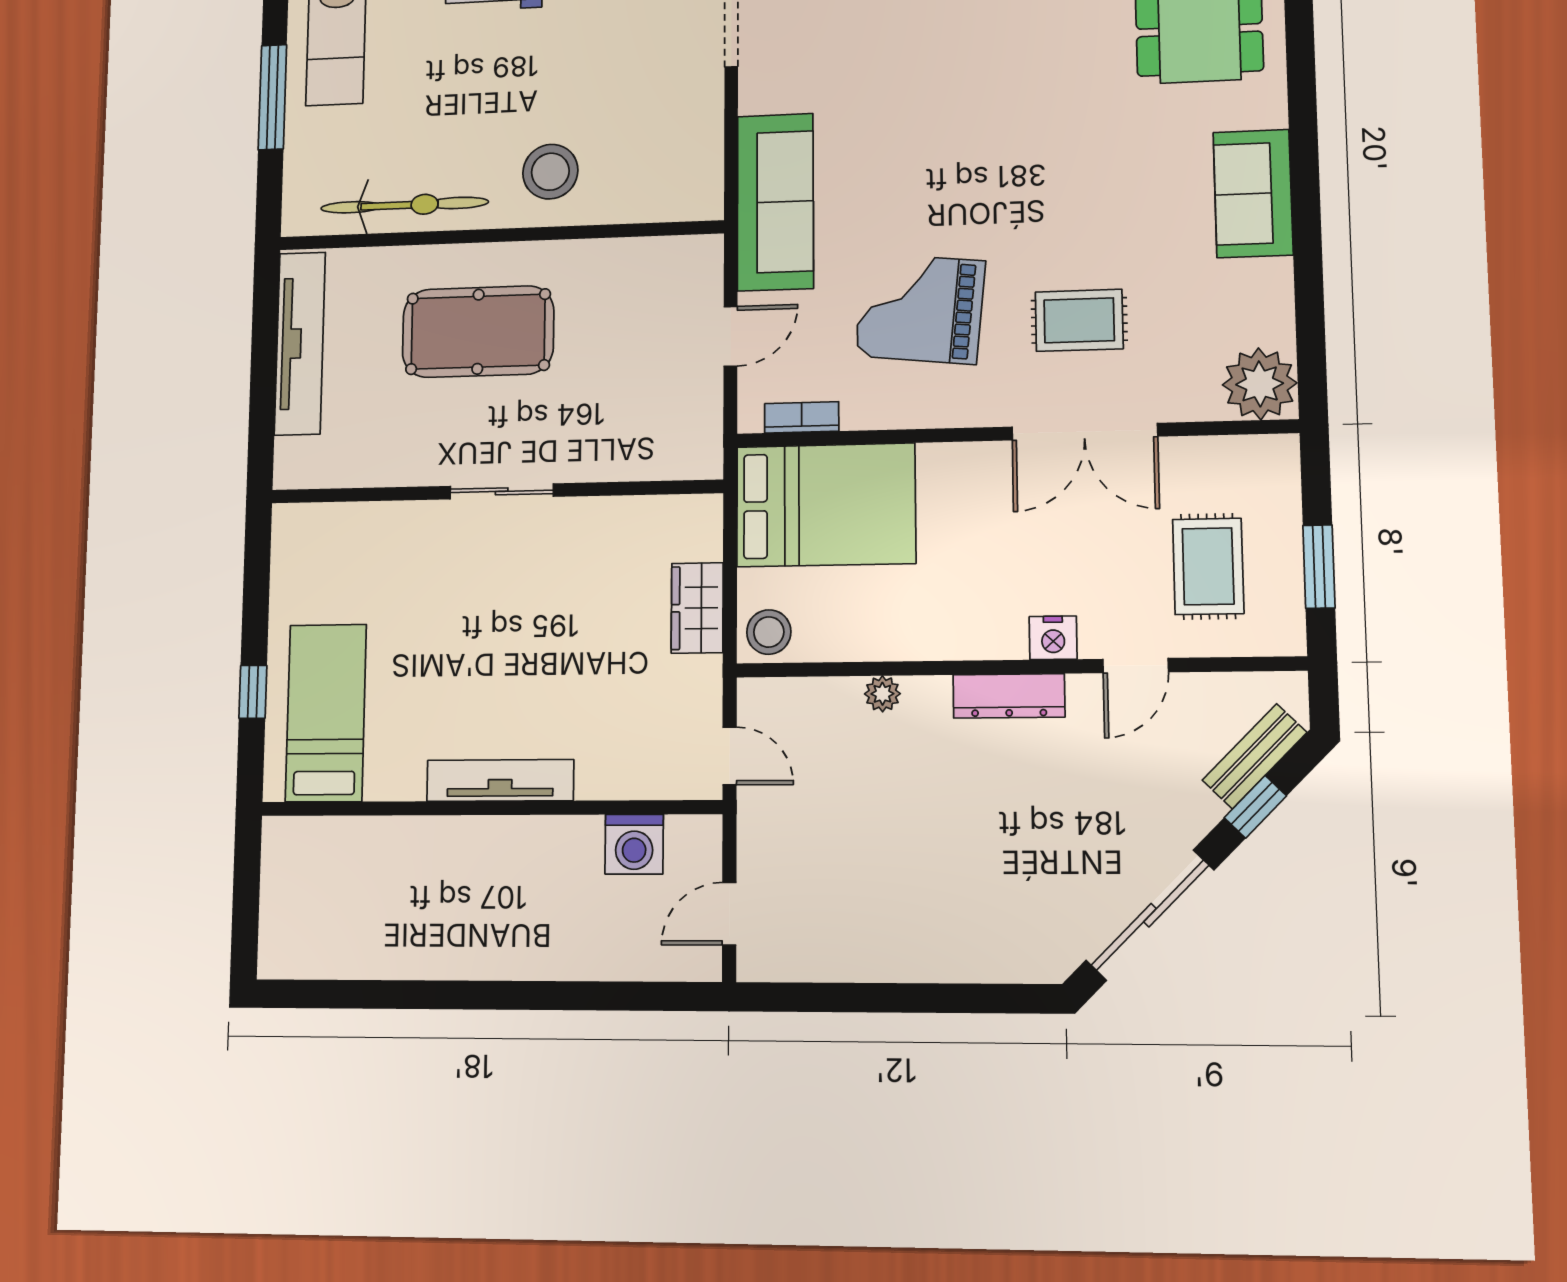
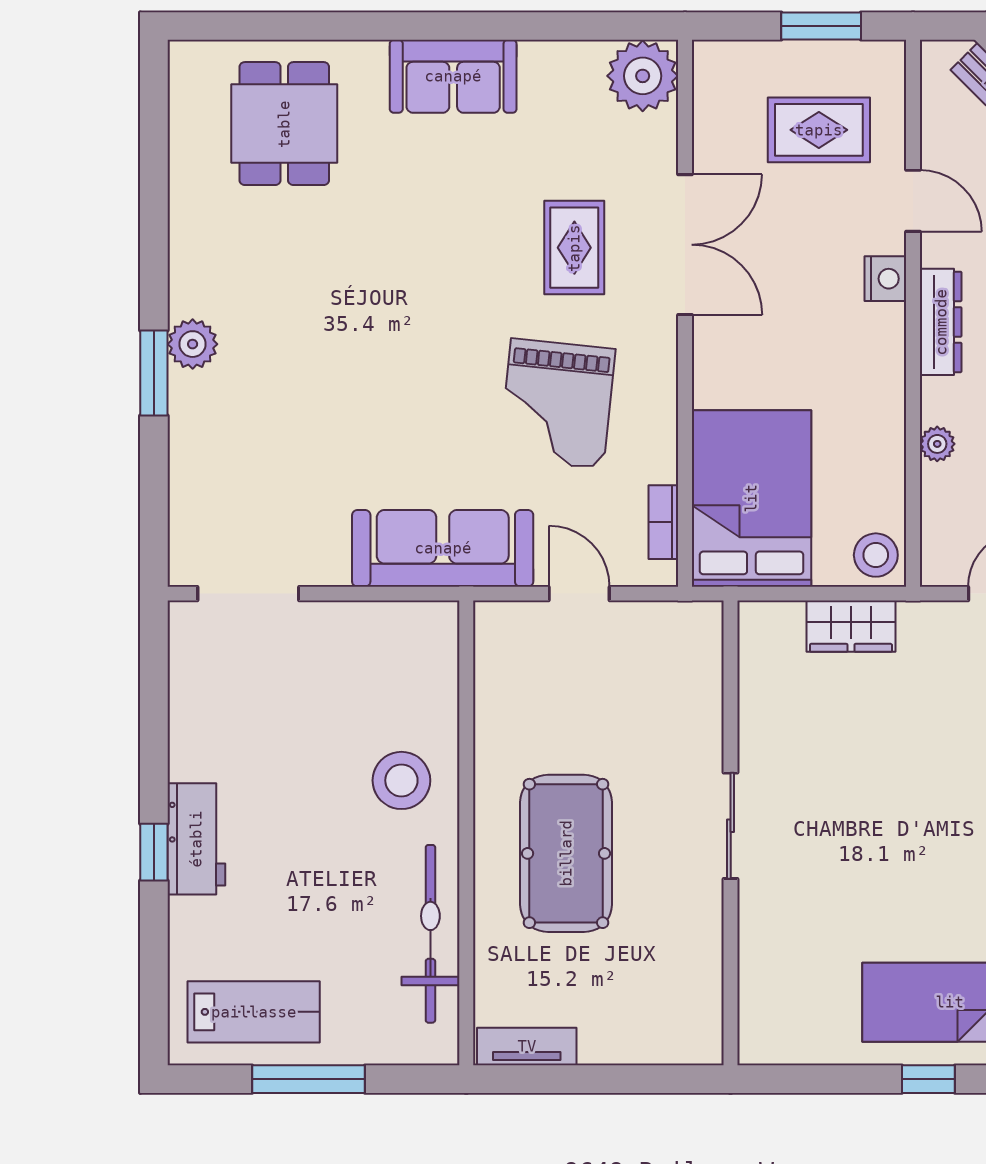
tv unit: (300, 343) -> (527, 1046), width x0.52, depth x0.78

